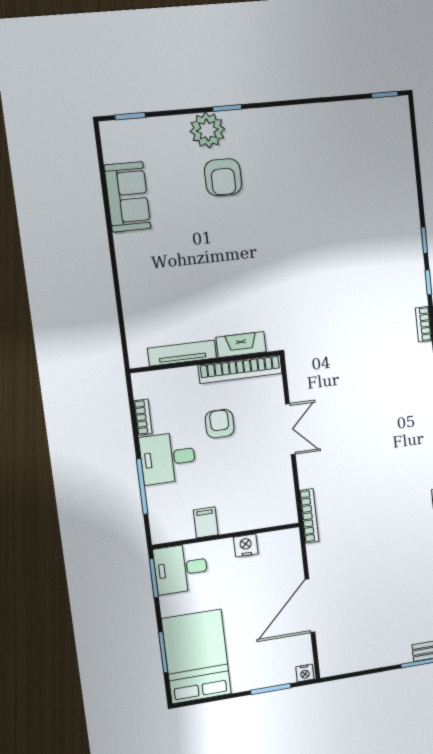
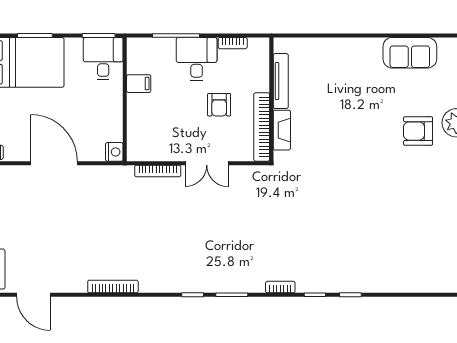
armchair: (220, 424) -> (219, 105), turned 90
bookcase: (309, 516) -> (158, 171), moved
nightstand: (246, 545) -> (114, 152), moved

